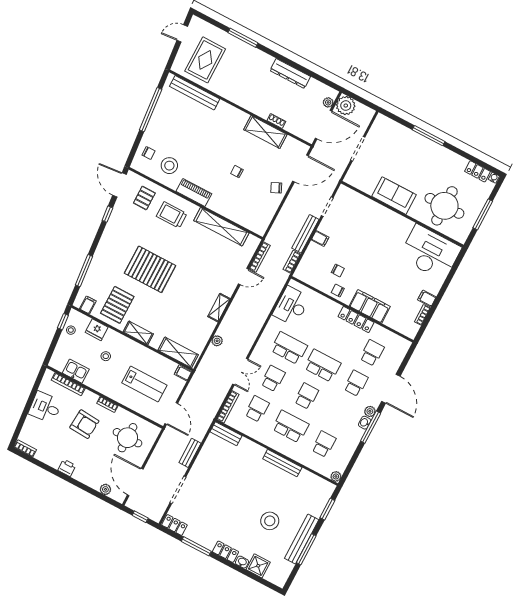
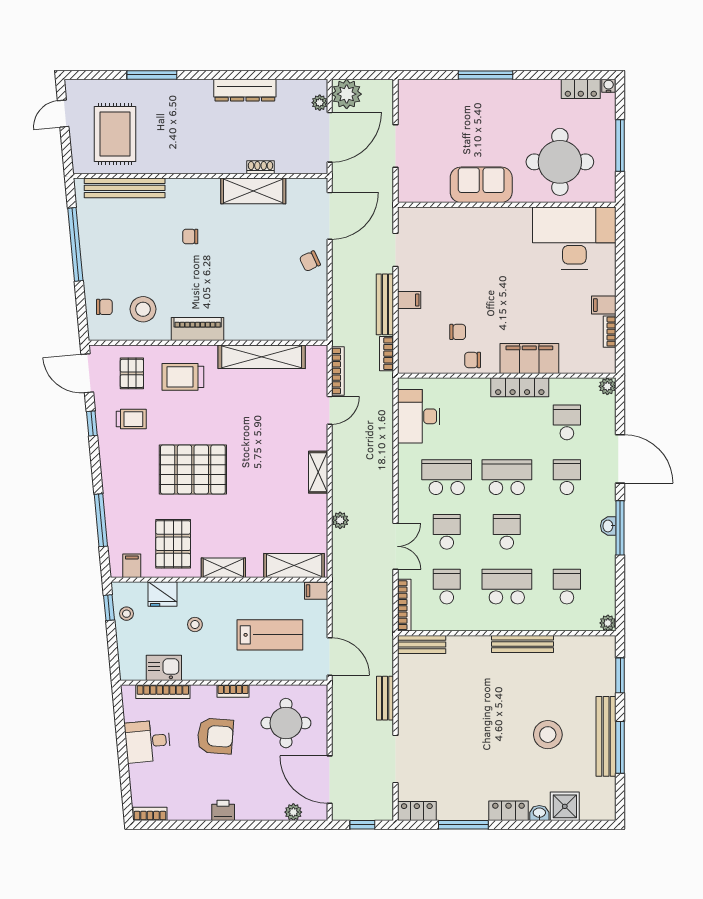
chair: (237, 172) -> (190, 237), moved
trolley: (131, 223) -> (131, 419), added
plant: (370, 411) -> (607, 386), moved

